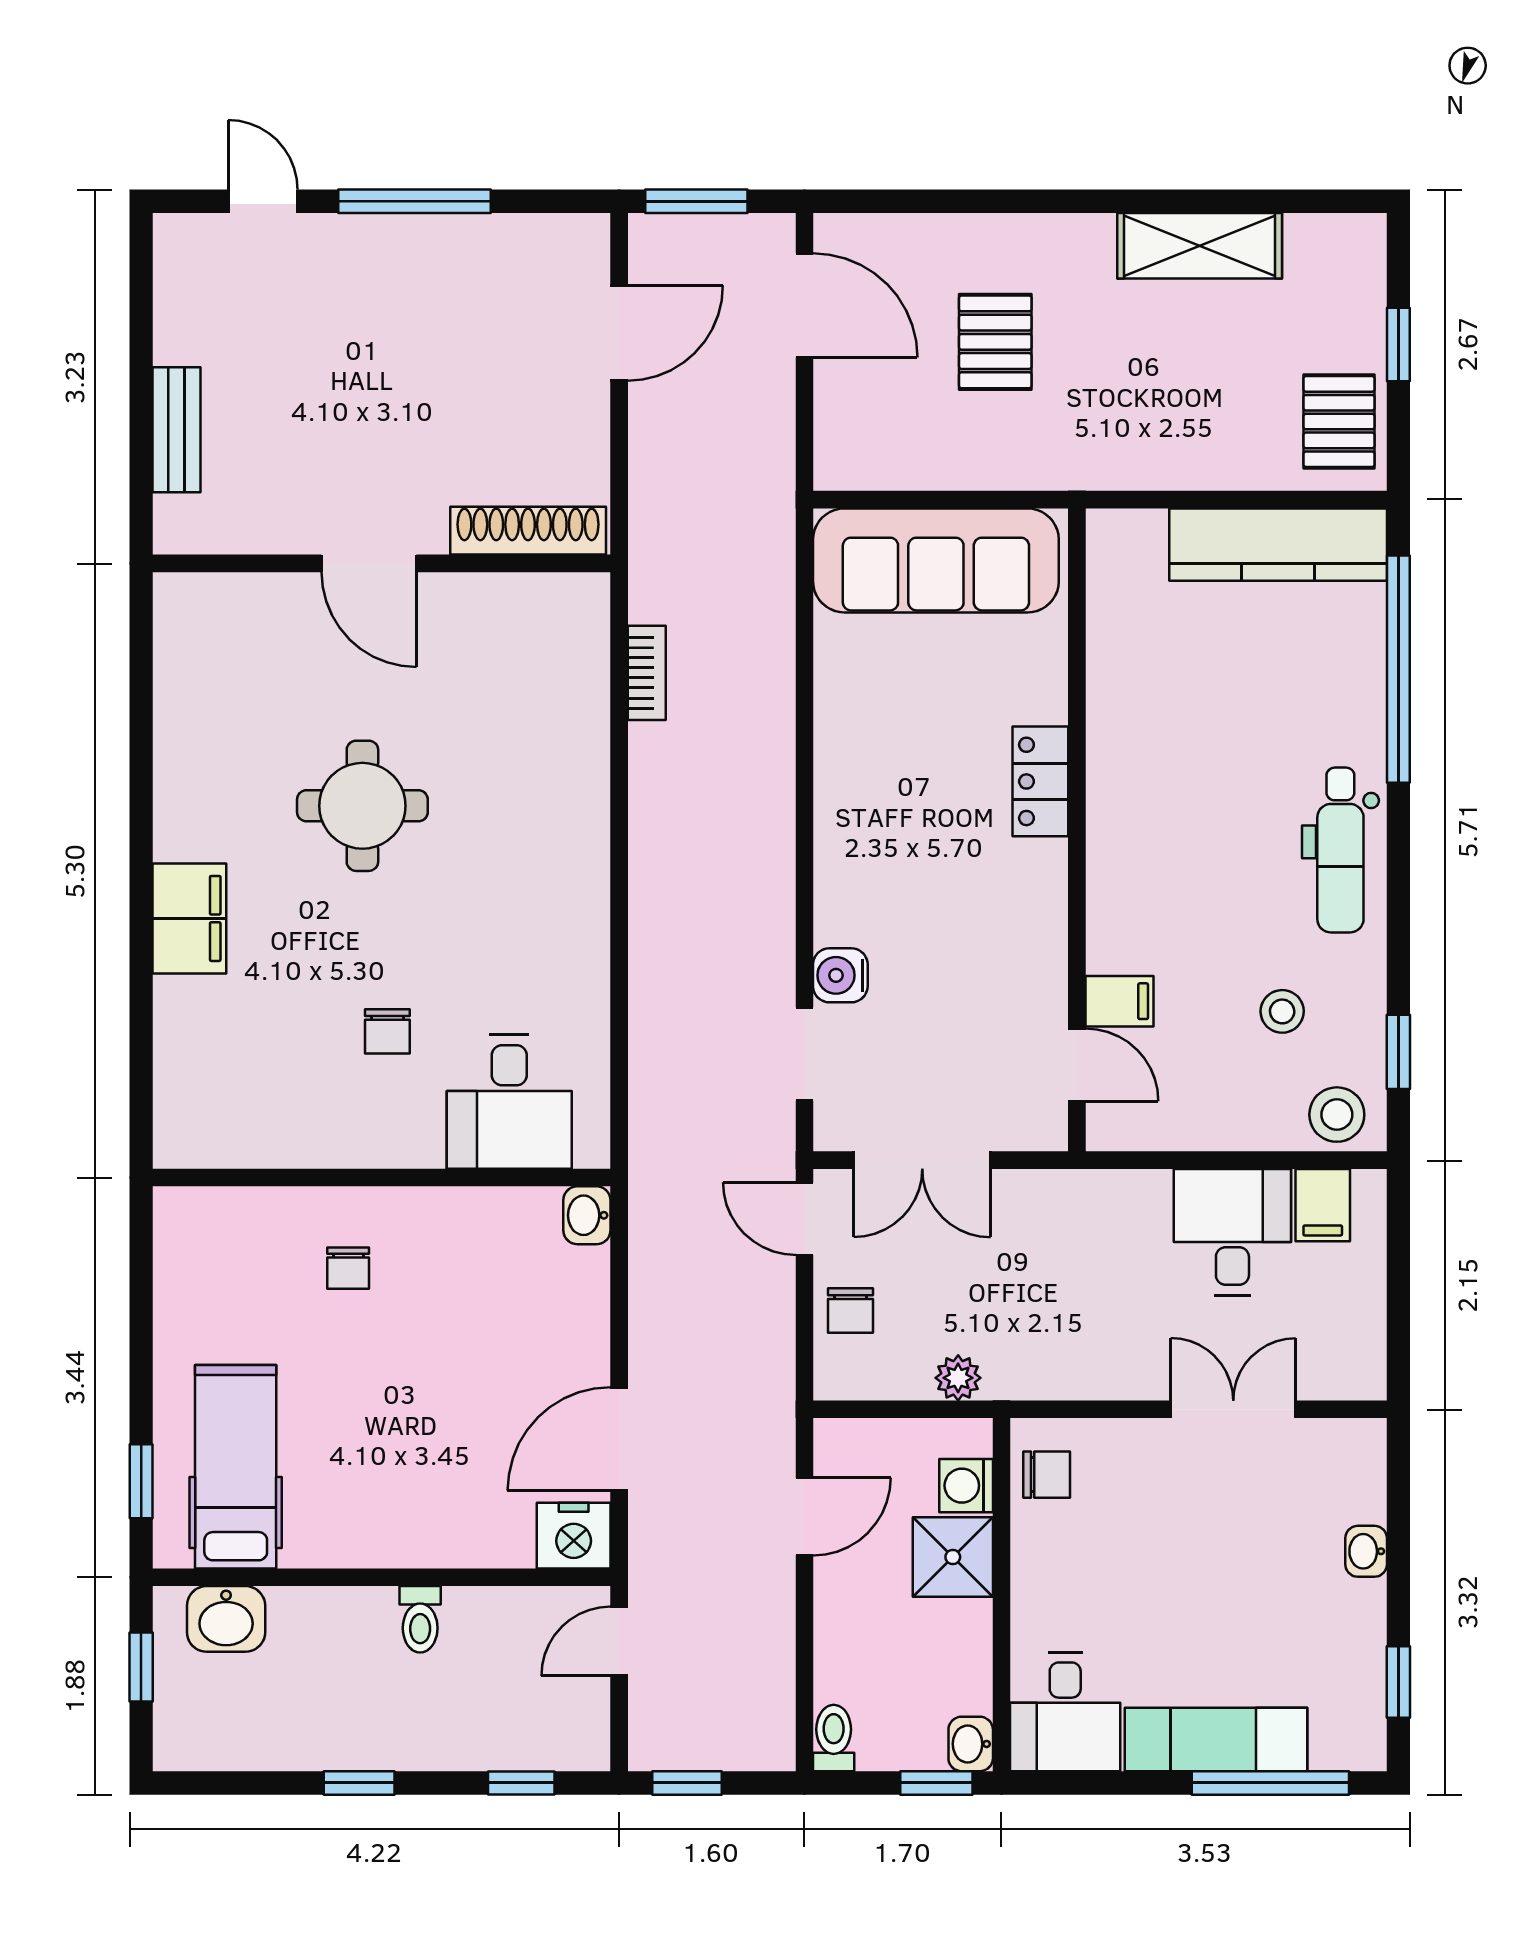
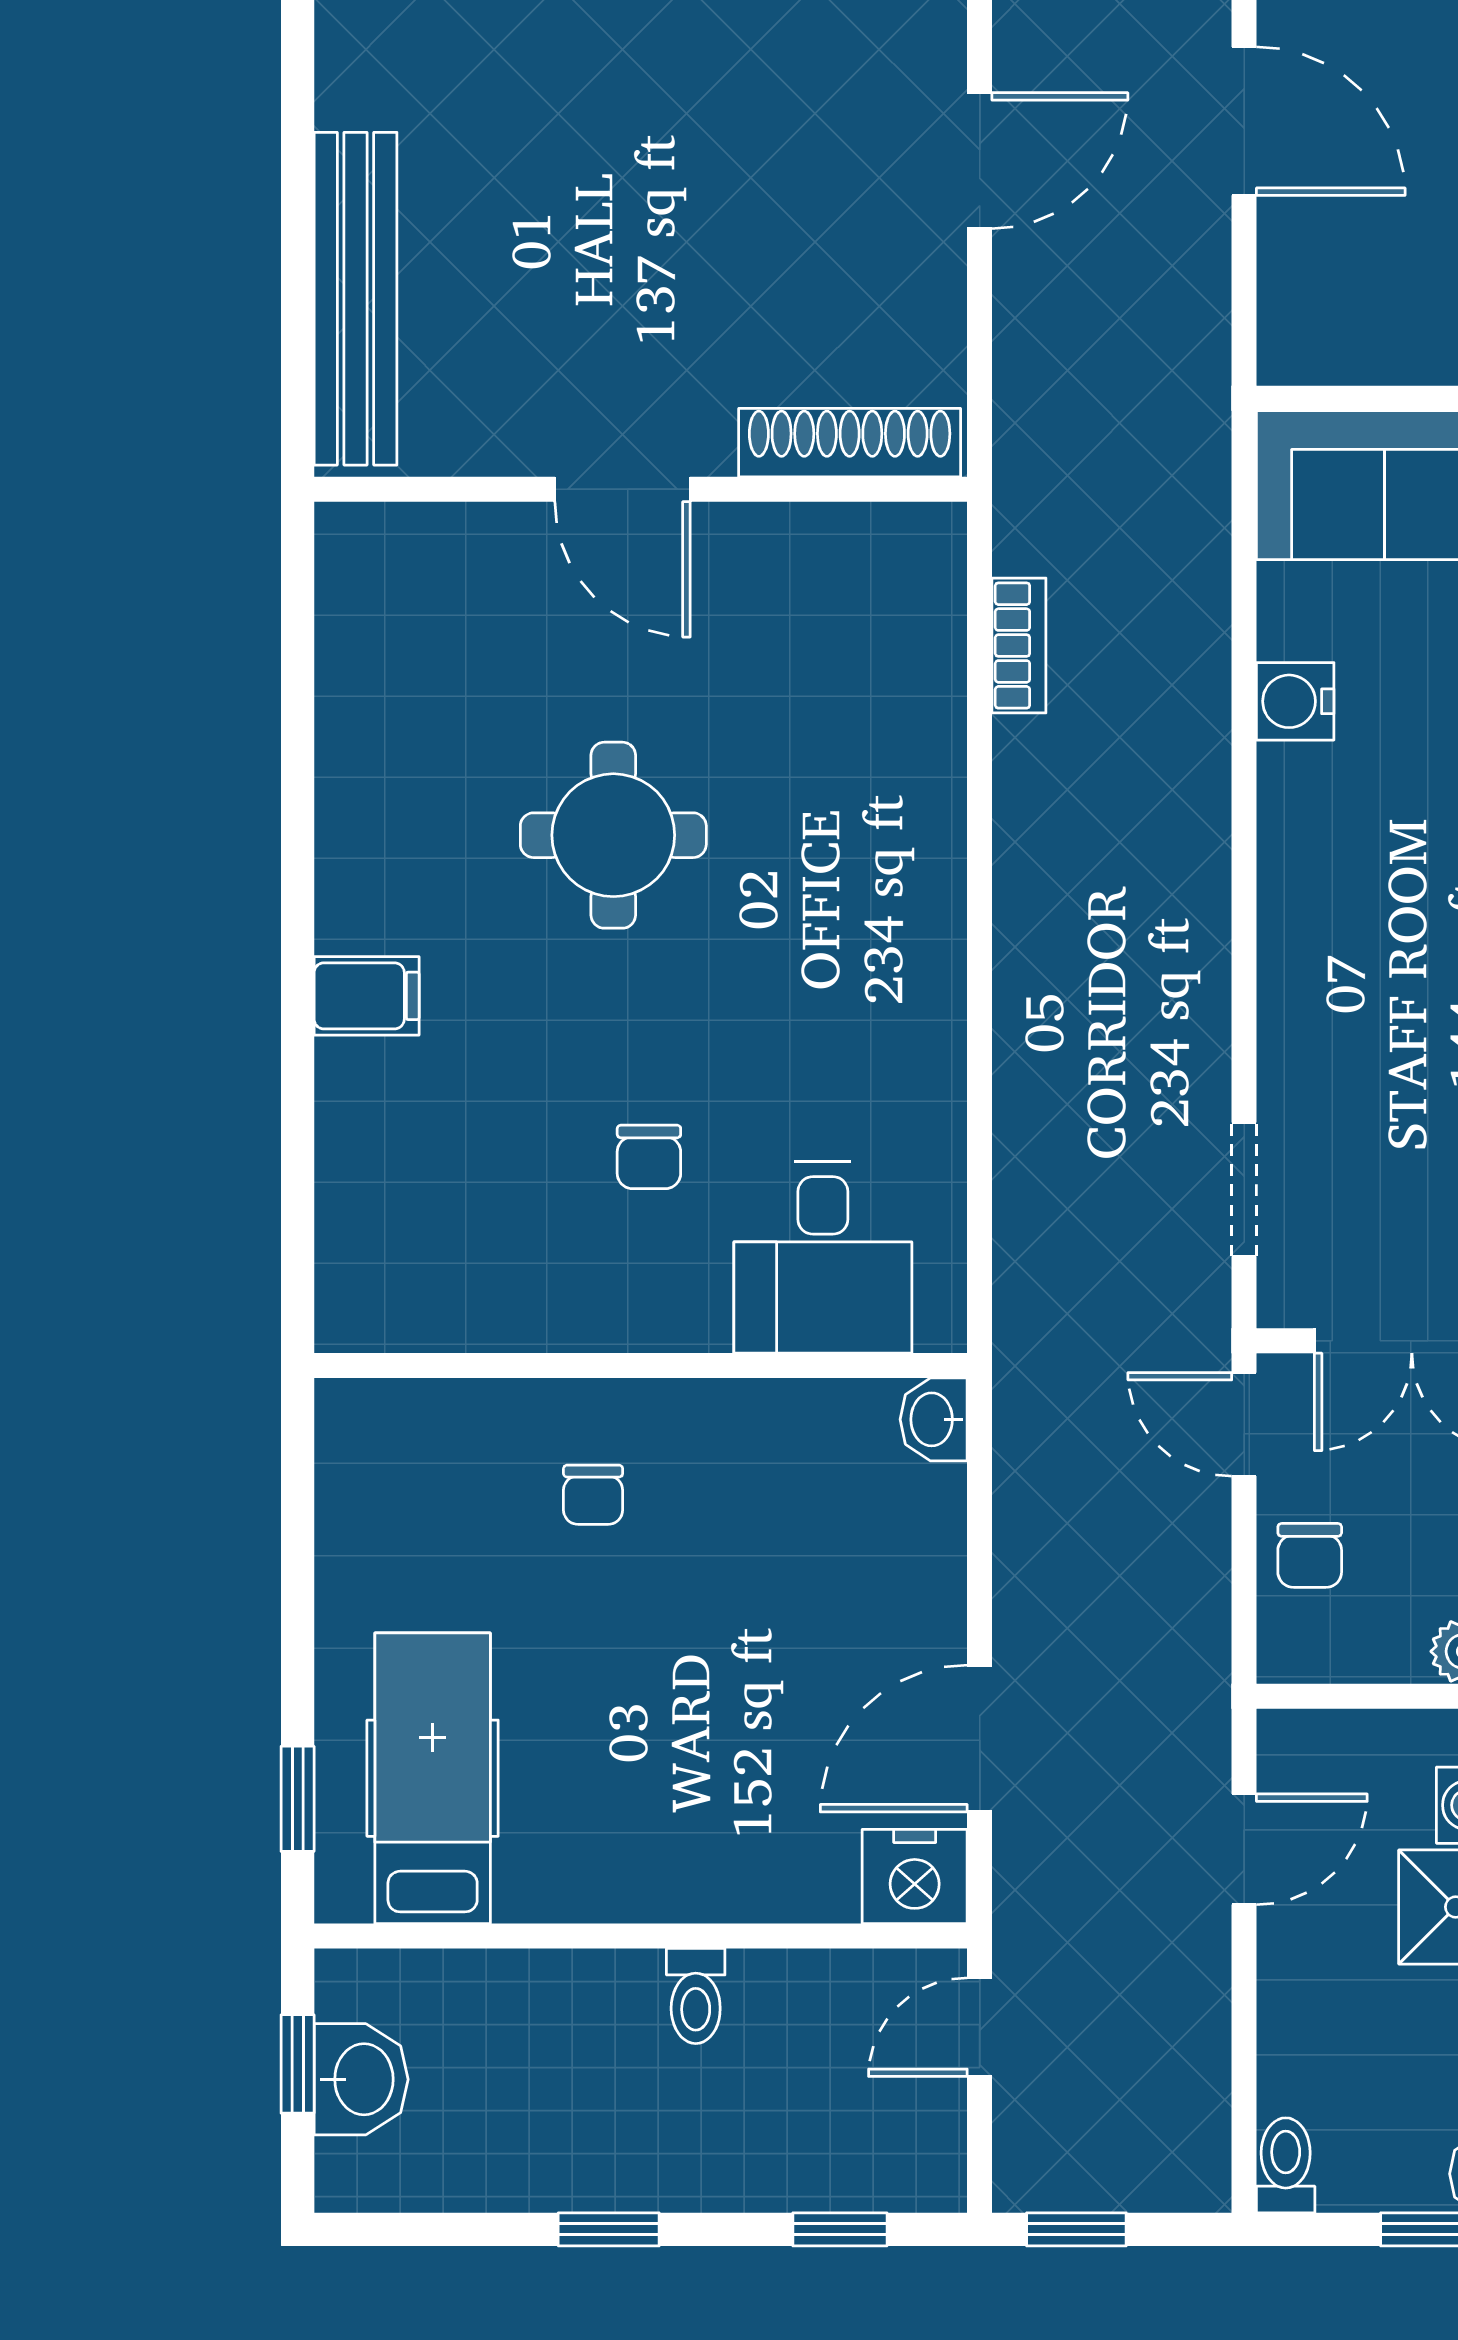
bench: (177, 430) -> (355, 299), width x1.86, depth x1.21
filing cabinet: (189, 918) -> (367, 996), width x0.50
water cooler: (840, 975) -> (1295, 701), moved
washbasin: (226, 1619) -> (361, 2079), moved, turned -90

